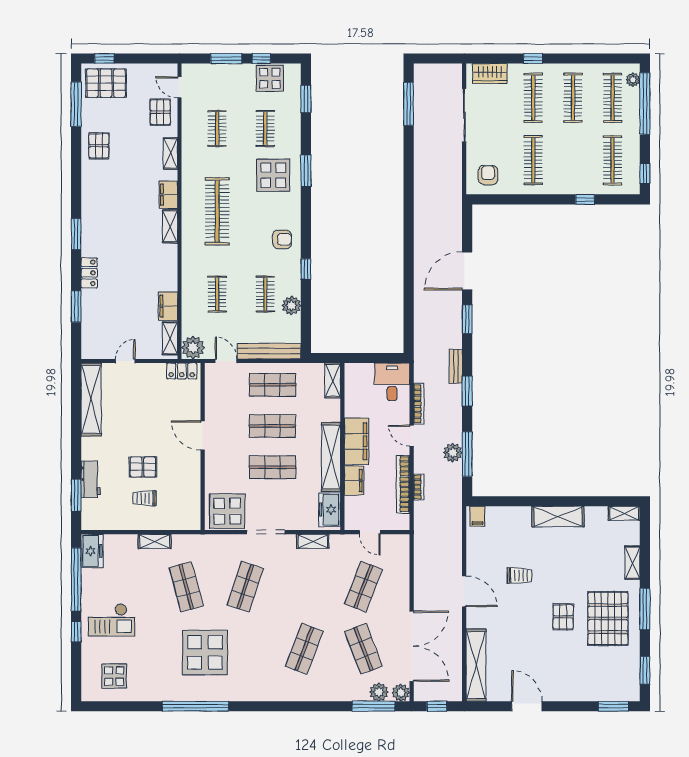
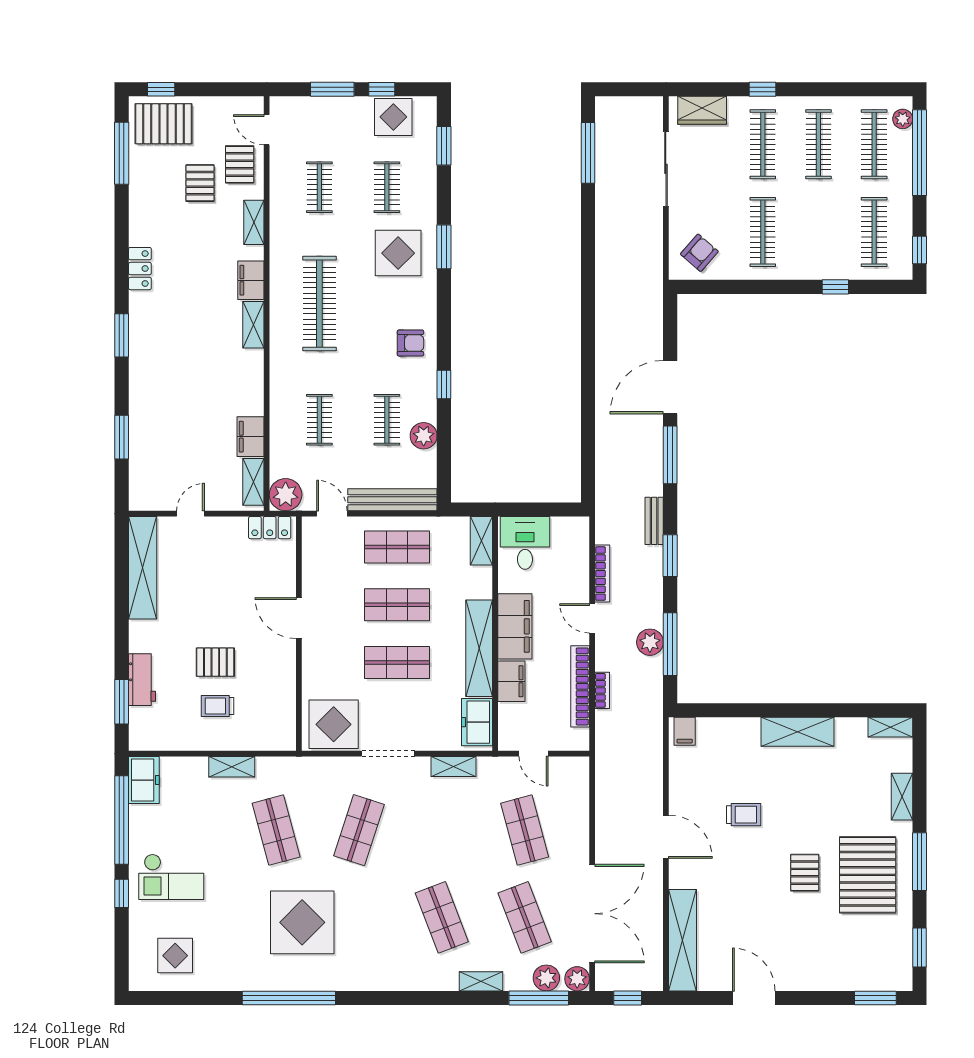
pallet: (99, 146) -> (200, 183), moved
armchair: (488, 175) -> (699, 253), turned 41
locker: (89, 273) -> (140, 269), moved
window: (467, 319) -> (670, 455), width x1.44
desk: (392, 382) -> (525, 543), moved
shop shelf: (363, 587) -> (525, 830), turned -36
shop shelf: (304, 649) -> (442, 917), turned -42
shelving: (332, 694) -> (481, 981), added

